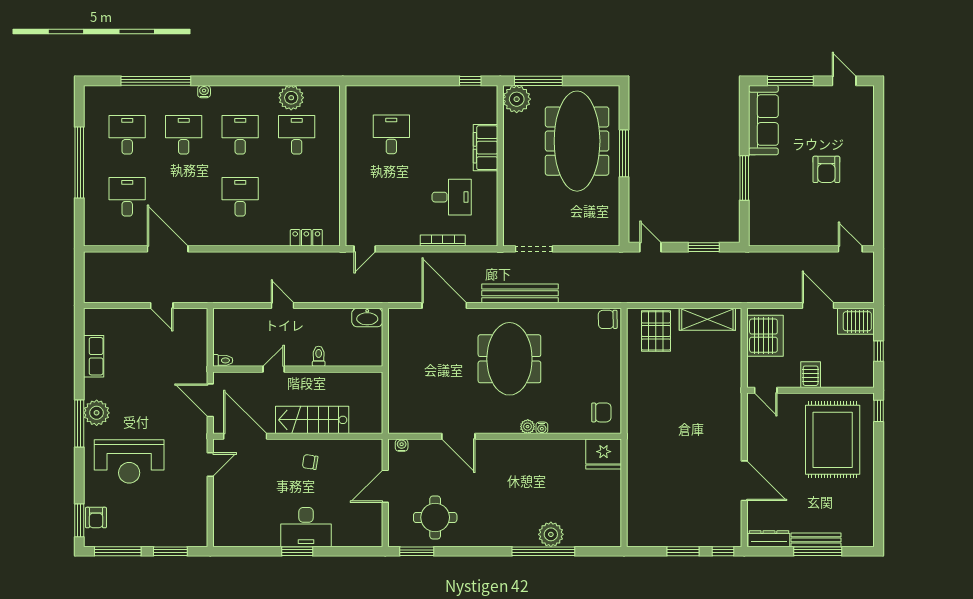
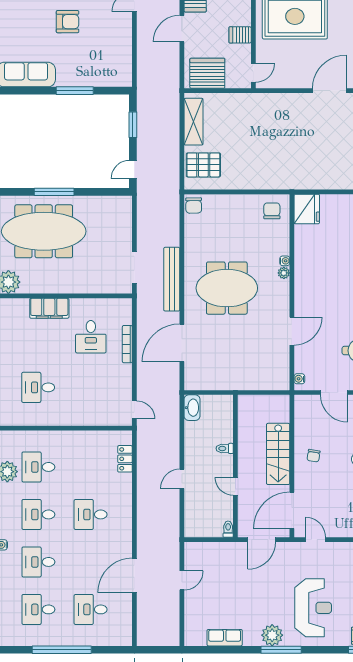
desk: (452, 197) -> (91, 337), turned 180

